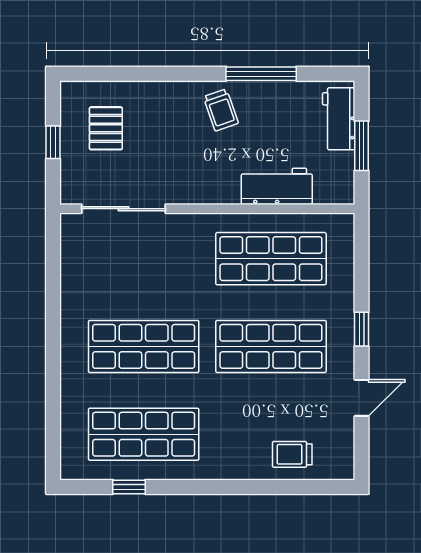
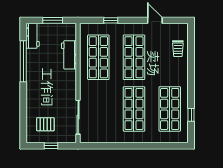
window: (261, 74) -> (23, 61), width x1.46
trolley: (221, 110) -> (38, 78), removed
workbench: (339, 119) -> (33, 36), moved, turned -90
window: (362, 329) -> (111, 20), moved

